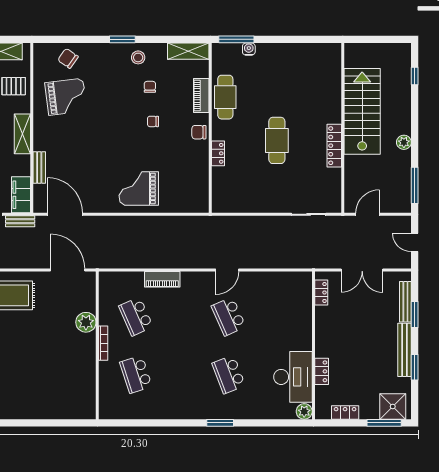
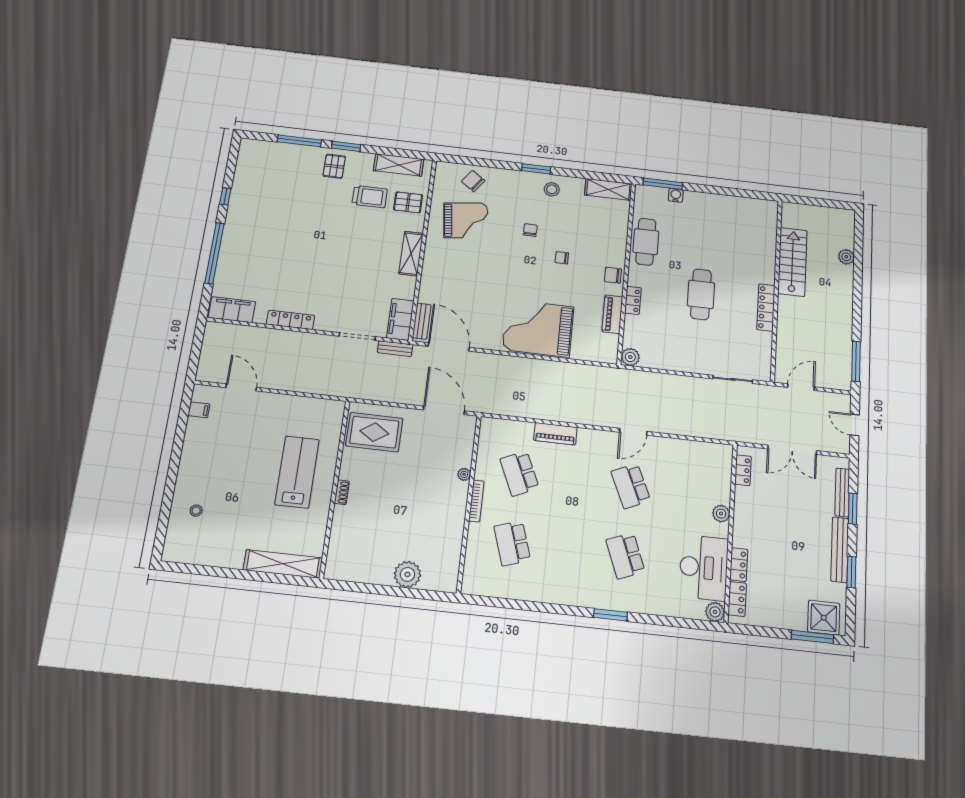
window: (415, 76) -> (858, 245), removed
chair: (150, 87) -> (530, 230), moved
piano: (201, 95) -> (612, 314), moved
stairs: (362, 111) -> (792, 262), width x0.73, depth x0.66
plant: (404, 142) -> (846, 257), moved
bench: (39, 168) -> (422, 321), moved
grand piano: (139, 188) -> (538, 328), width x1.37, depth x1.48
plant: (220, 205) -> (630, 357), added
plant: (86, 322) -> (464, 474), width x0.53, depth x0.53
plant: (305, 331) -> (721, 514), added
plant: (55, 409) -> (407, 574), added
locker: (345, 412) -> (737, 599), moved, turned 90

